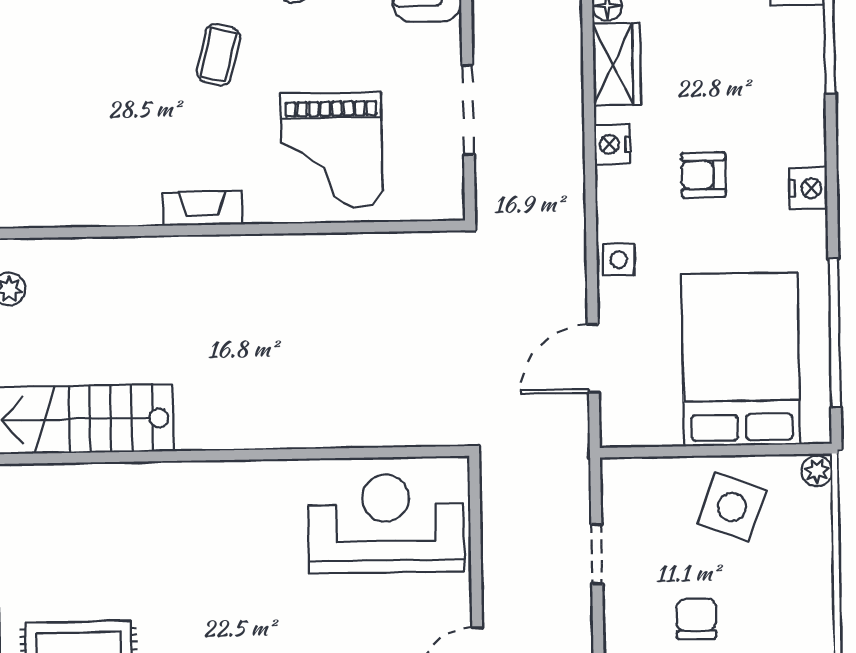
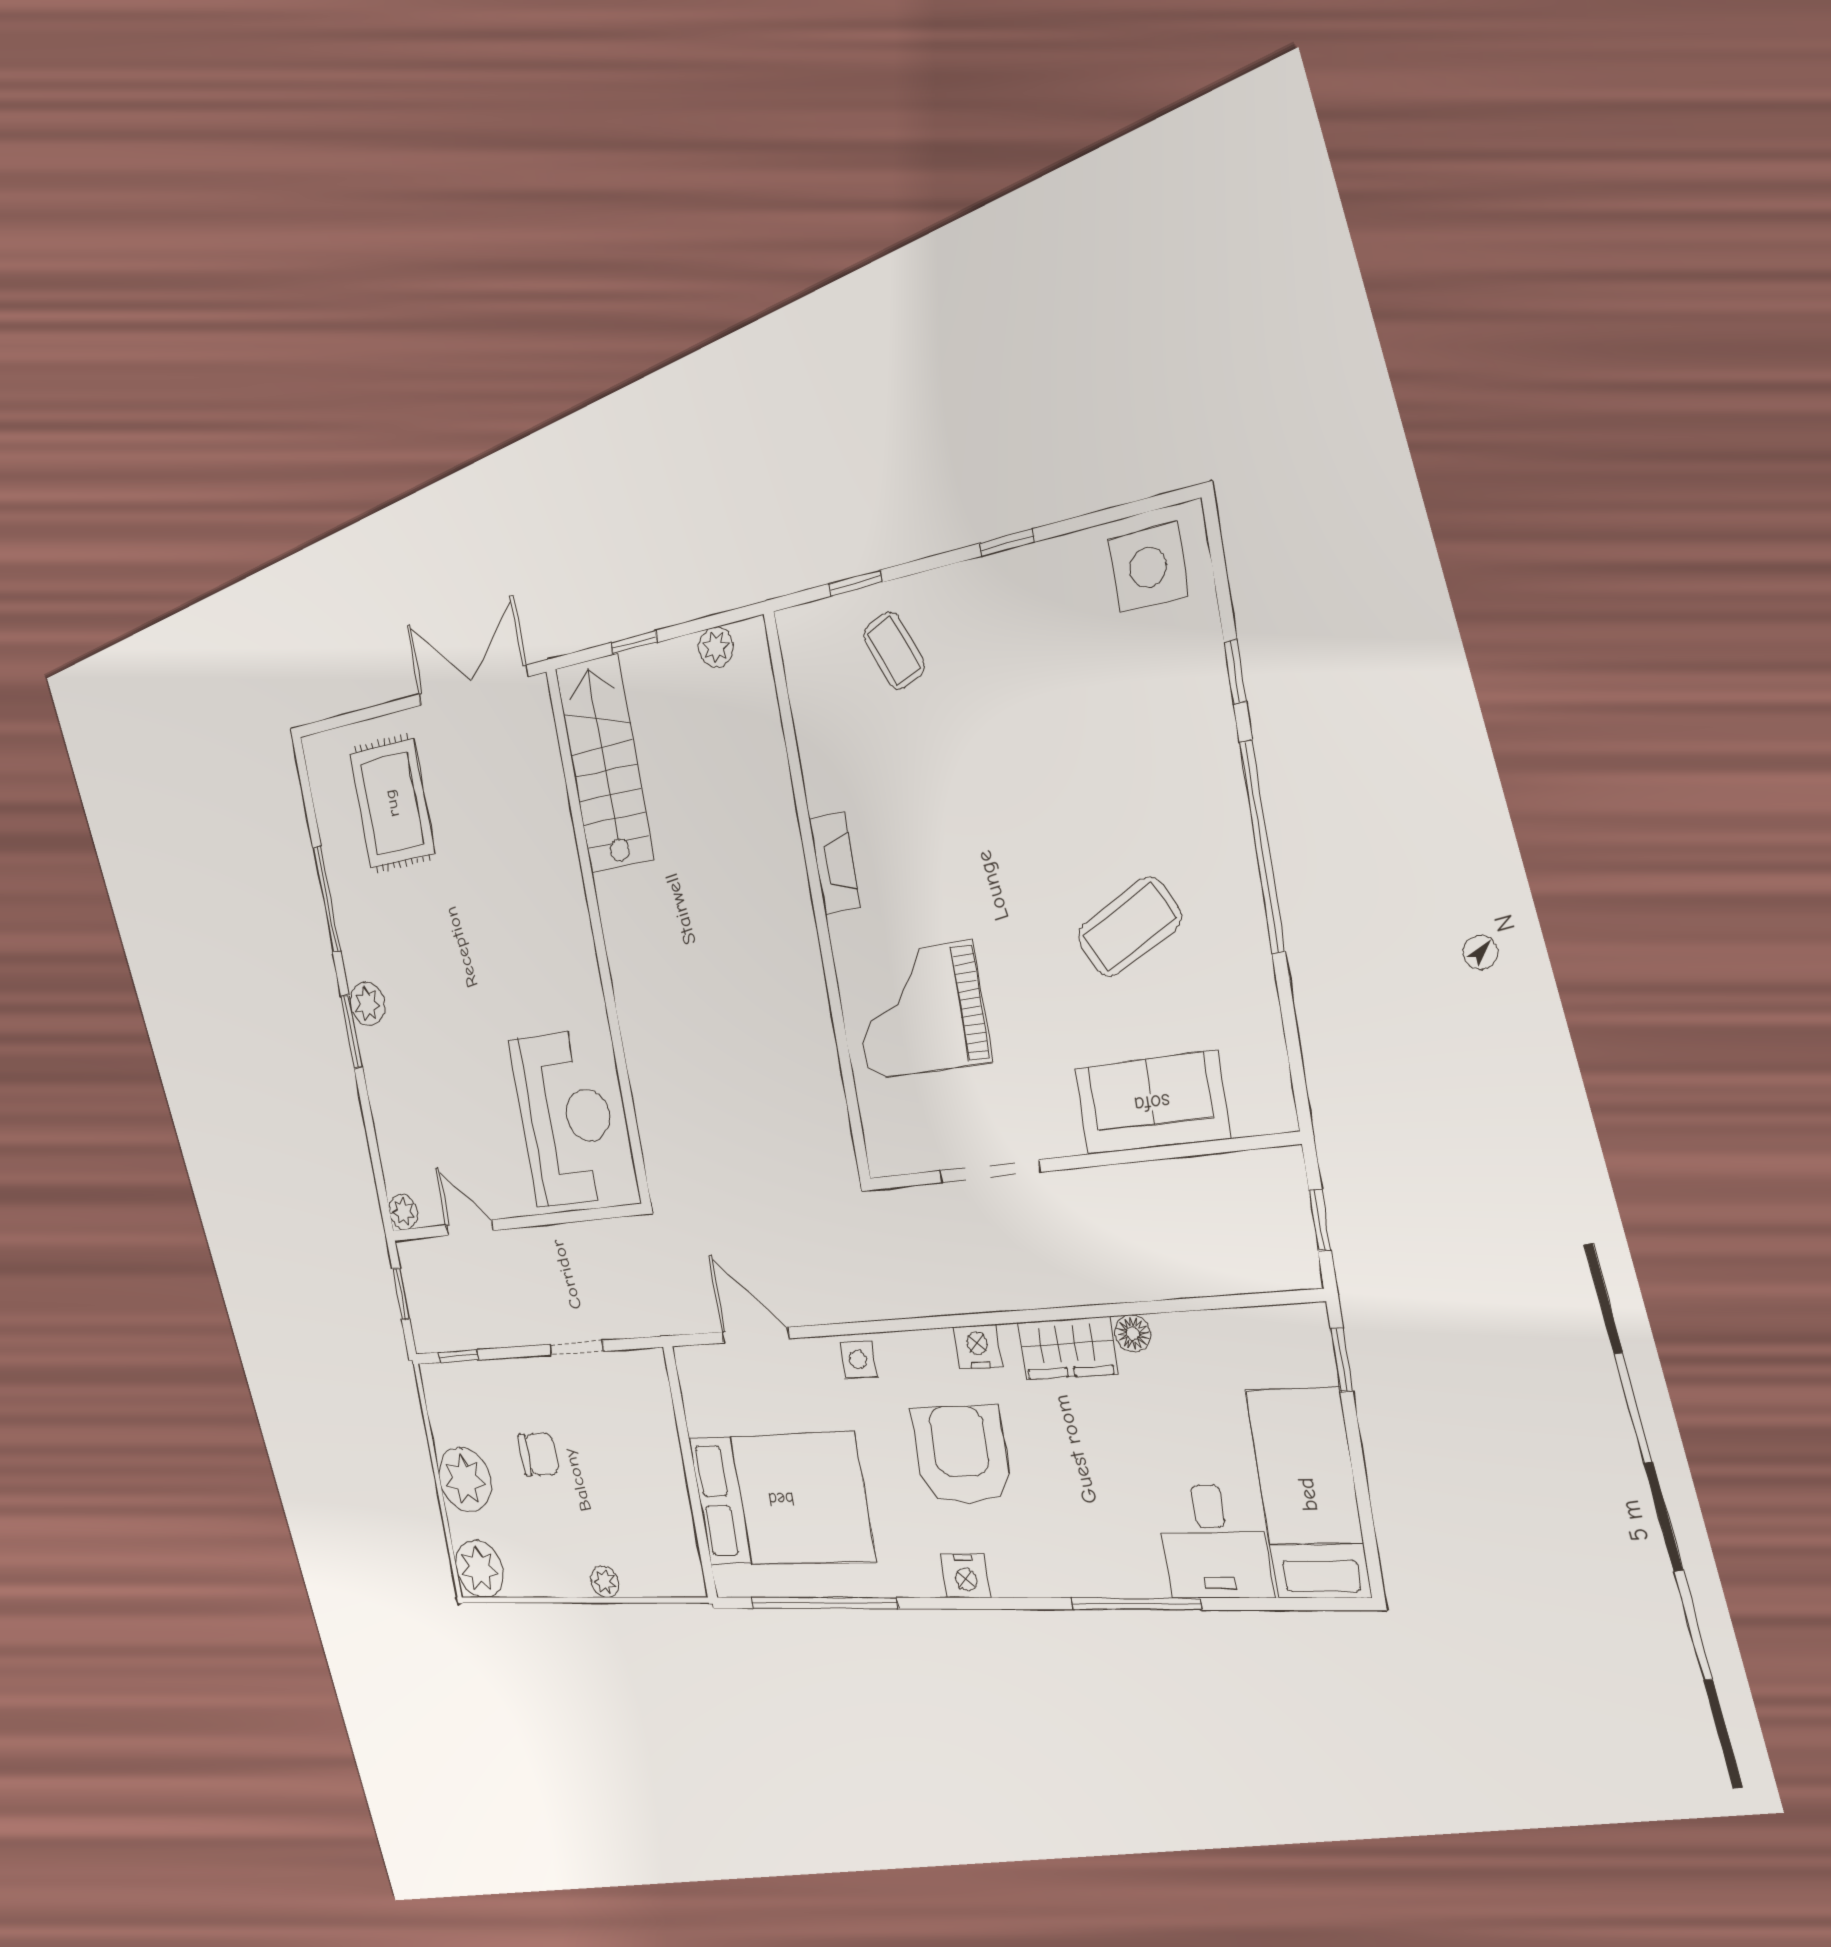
coffee table: (218, 55) -> (894, 650), moved, turned 54
armchair: (704, 175) -> (961, 1455), width x1.88, depth x1.88
plant: (817, 471) -> (605, 1582), moved
side table: (732, 507) -> (642, 1491), removed

